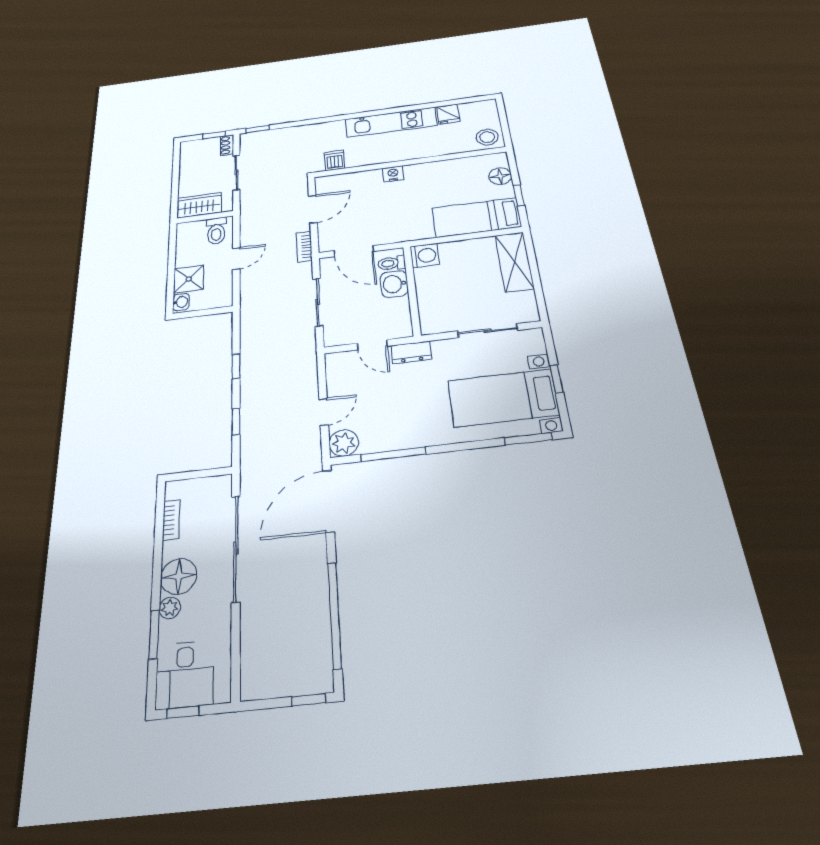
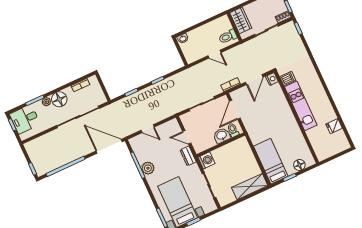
kitchen unit: (391, 122) -> (301, 106), moved, turned 180
stool: (487, 137) -> (323, 151), removed
nightstand: (393, 174) -> (272, 79), moved
door: (313, 209) -> (254, 80), hinge flipped
washing machine: (425, 256) -> (206, 160), moved, turned -90
shower: (189, 279) -> (196, 36), removed
door: (372, 345) -> (187, 137), hinge flipped
plant: (344, 443) -> (148, 168), moved

